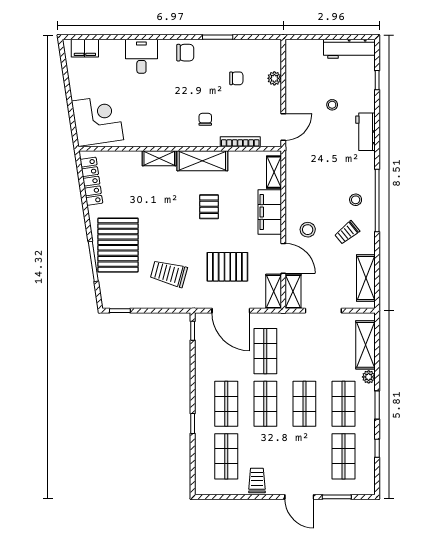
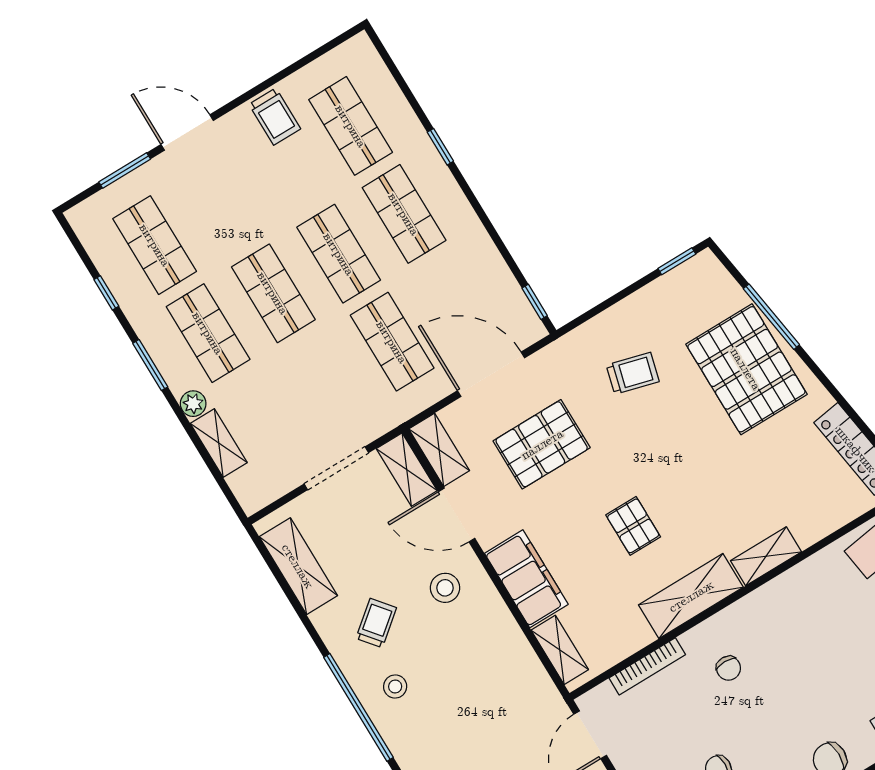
trolley: (169, 273) -> (633, 373), width x0.73, depth x0.72
shelving: (366, 345) -> (219, 443), width x0.67, depth x0.75

